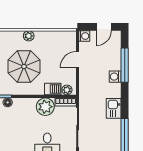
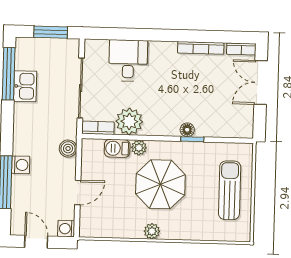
door: (104, 27) -> (36, 242), hinge flipped
boiler: (85, 88) -> (68, 149), added
plant: (67, 90) -> (139, 148), moved
kitchen sink: (114, 108) -> (25, 86), moved

